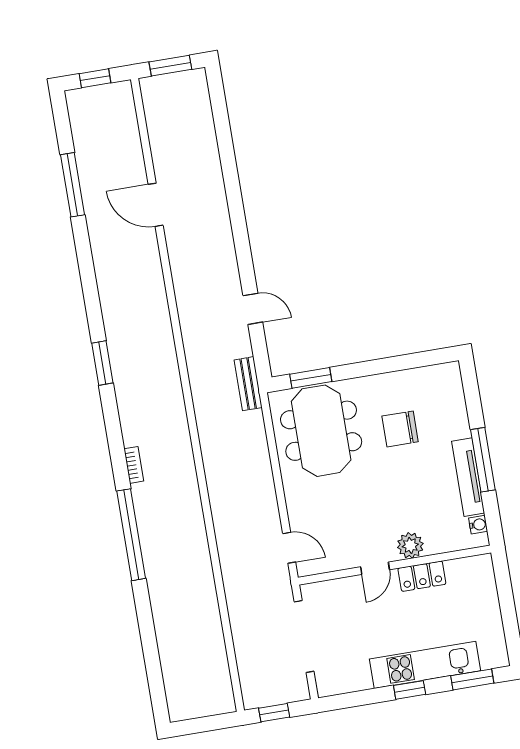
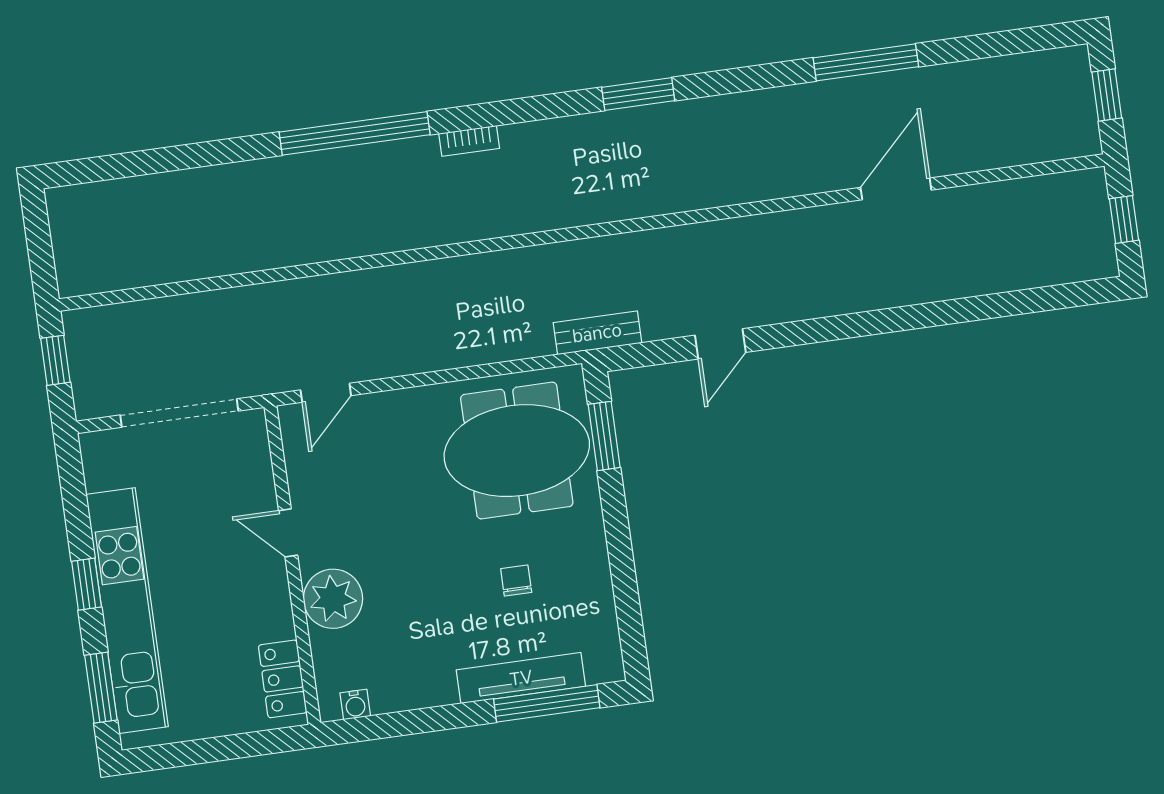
window: (170, 66) -> (1124, 220), width x0.67
window: (73, 185) -> (866, 62), moved
chair: (400, 429) -> (516, 581), width x0.54, depth x0.54
window: (483, 460) -> (547, 703), moved
tv unit: (468, 477) -> (521, 678), moved
plant: (410, 545) -> (333, 599), width x1.36, depth x1.36
locker: (422, 576) -> (283, 679), moved
kitchen unit: (425, 665) -> (127, 611), width x1.36

